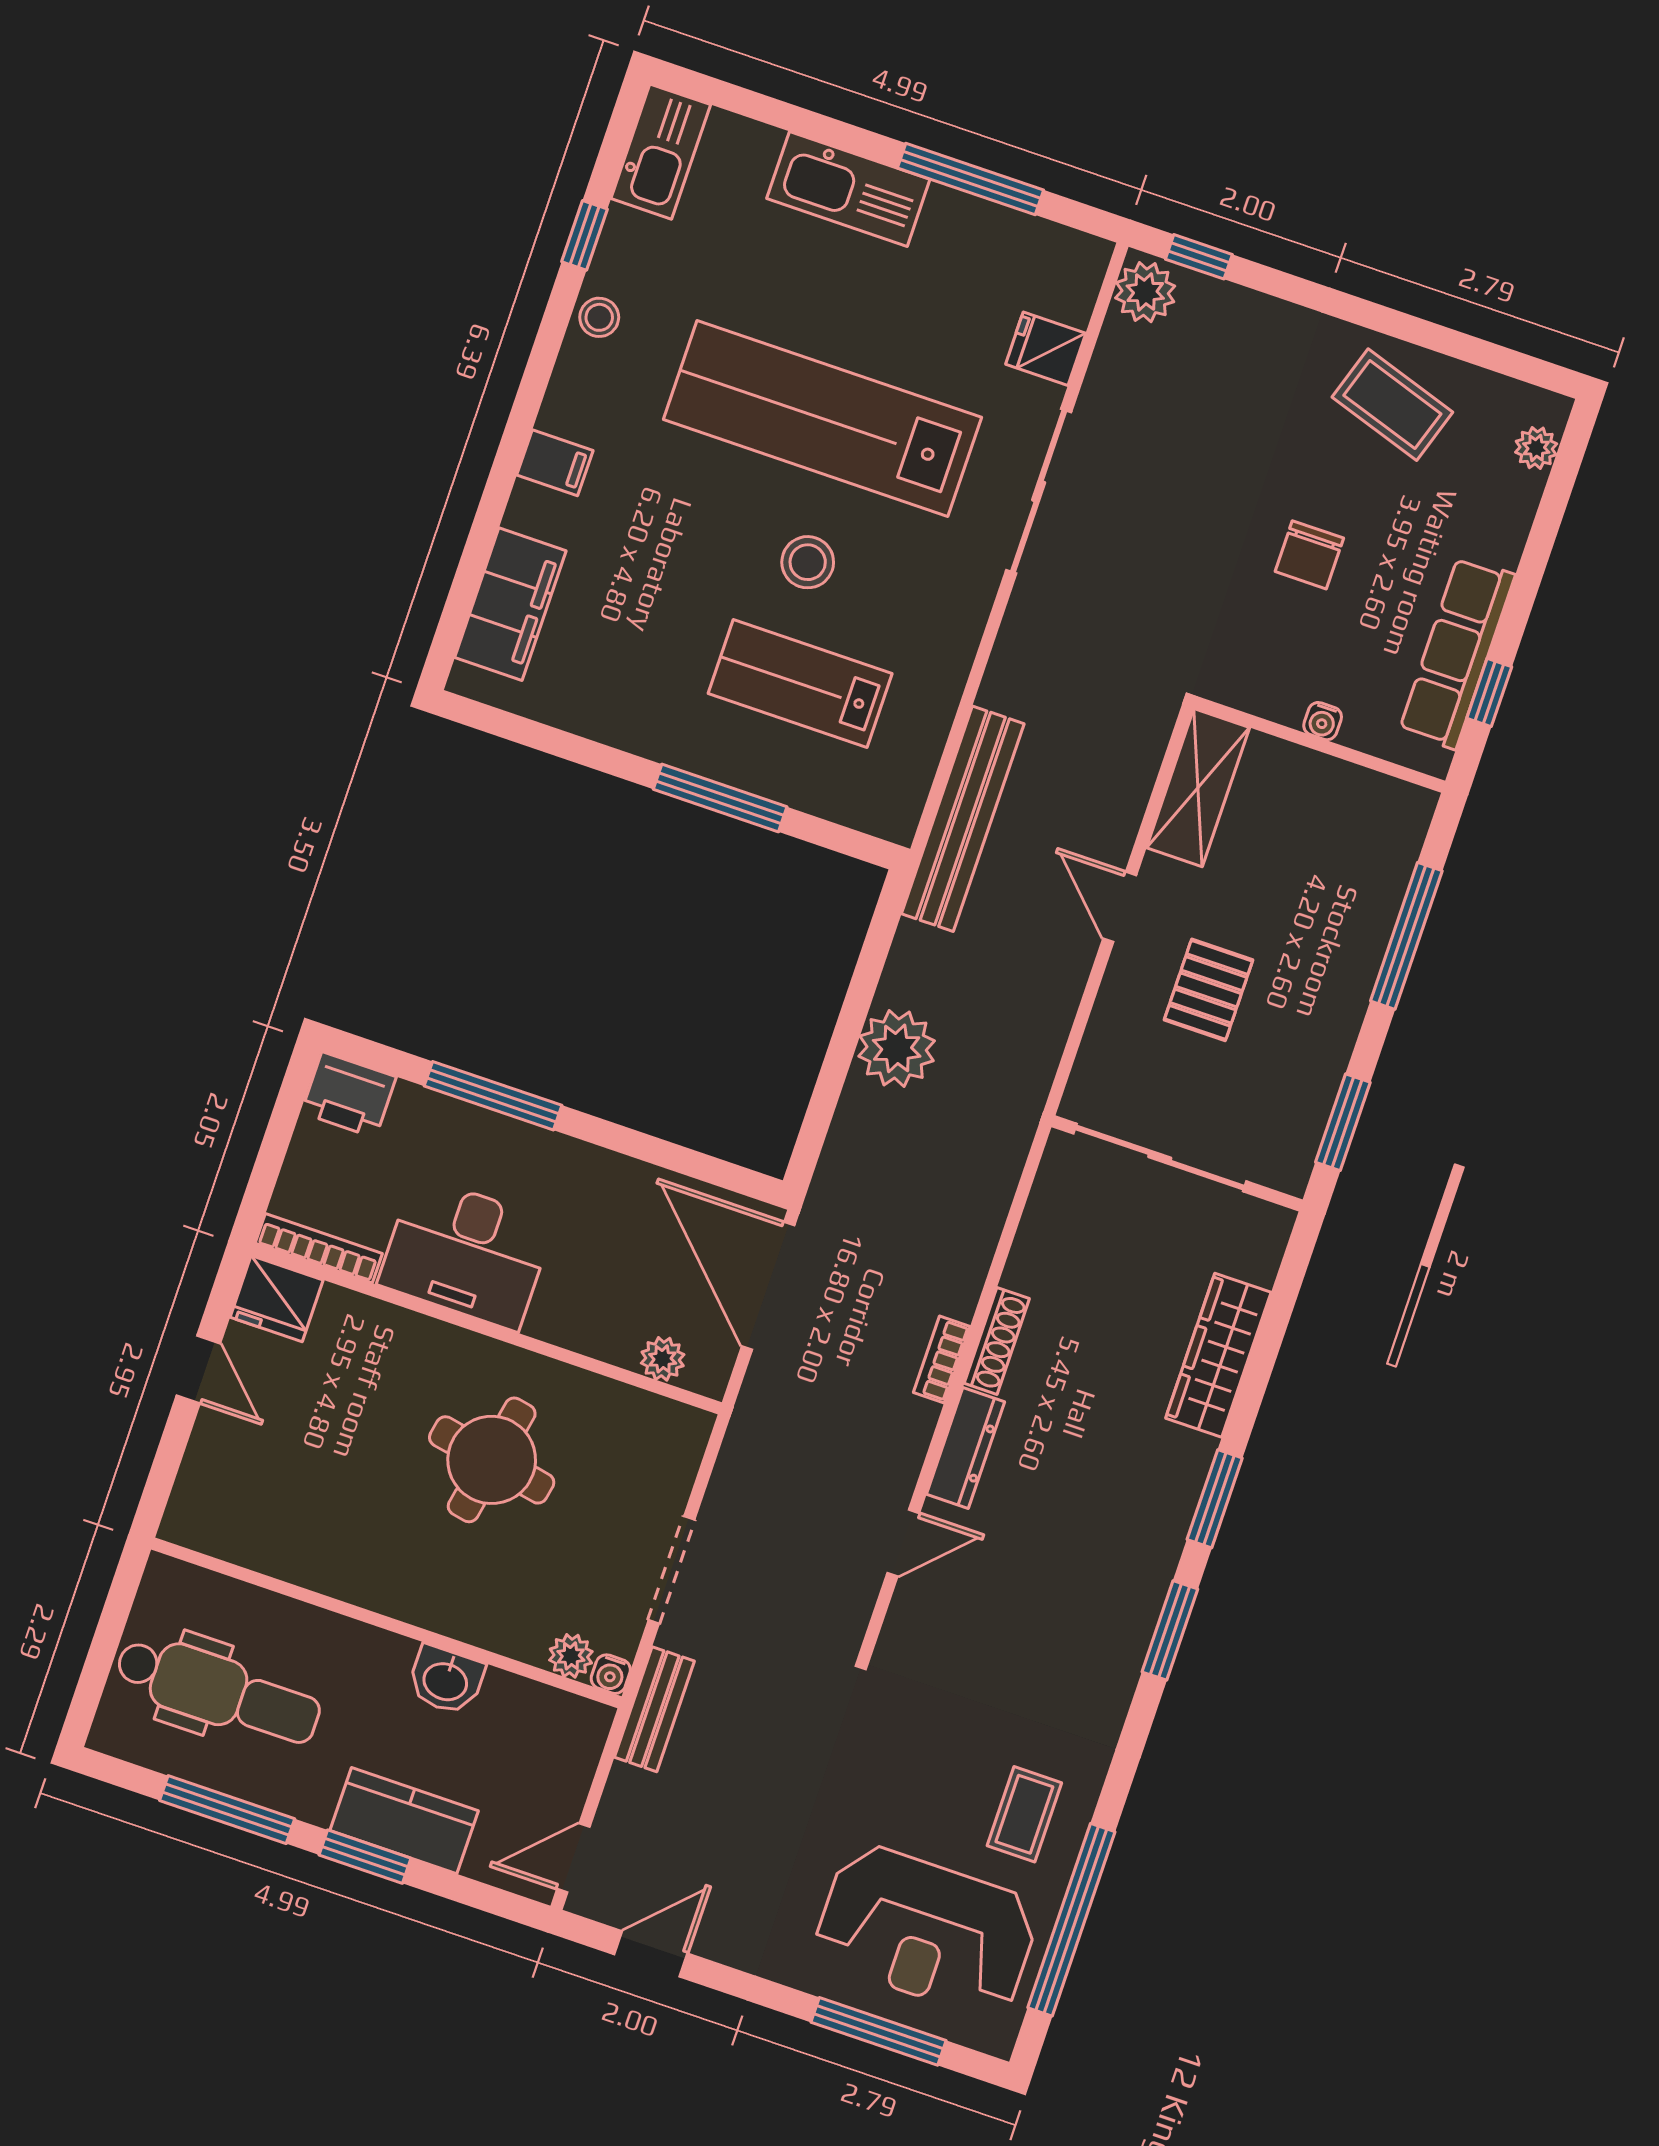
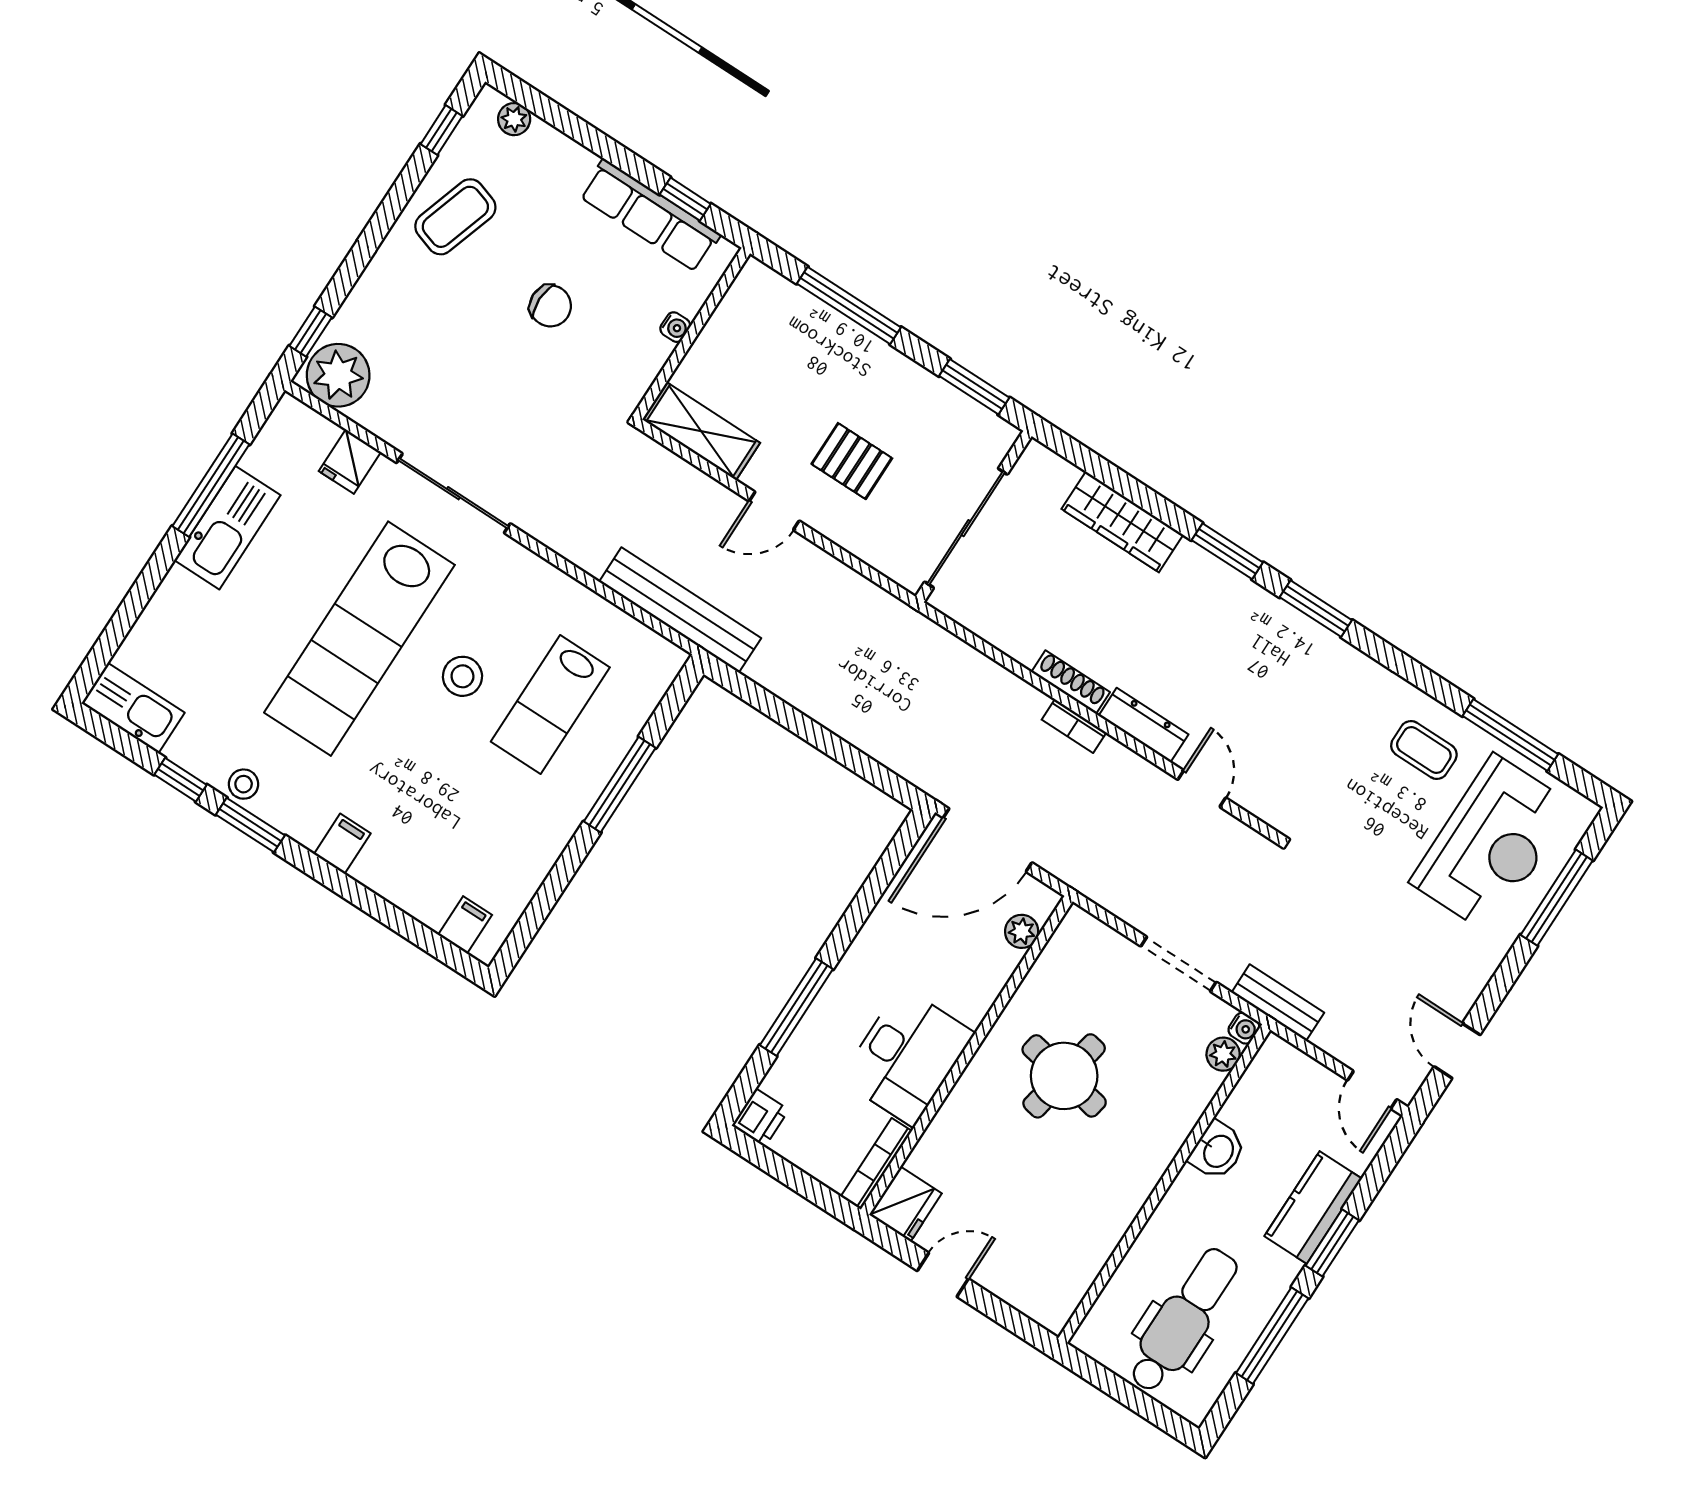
kitchen sink: (848, 189) -> (227, 528), moved
plant: (1145, 292) -> (338, 375), width x1.36, depth x1.36
window: (549, 339) -> (250, 825), added
window: (1499, 359) -> (442, 130), added
filing cabinet: (510, 604) -> (465, 925), width x0.33, depth x0.86
plant: (897, 1048) -> (837, 701), removed
printer: (349, 1095) -> (761, 1117), width x0.73, depth x0.81
window: (1071, 1920) -> (1510, 735), width x0.68

